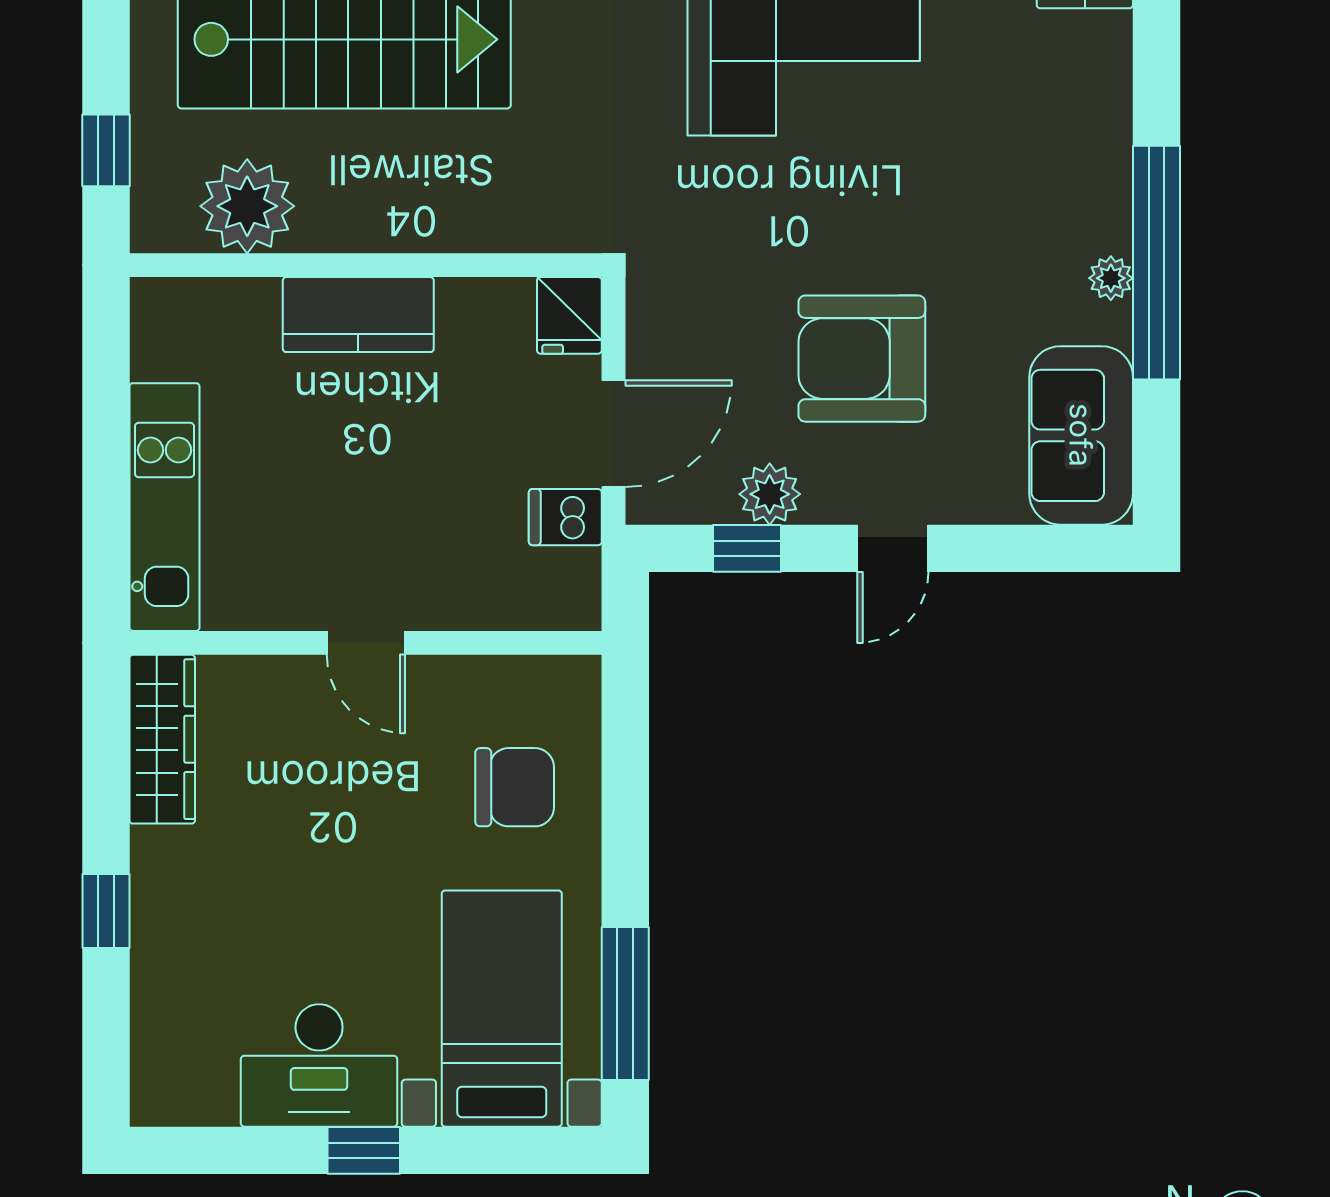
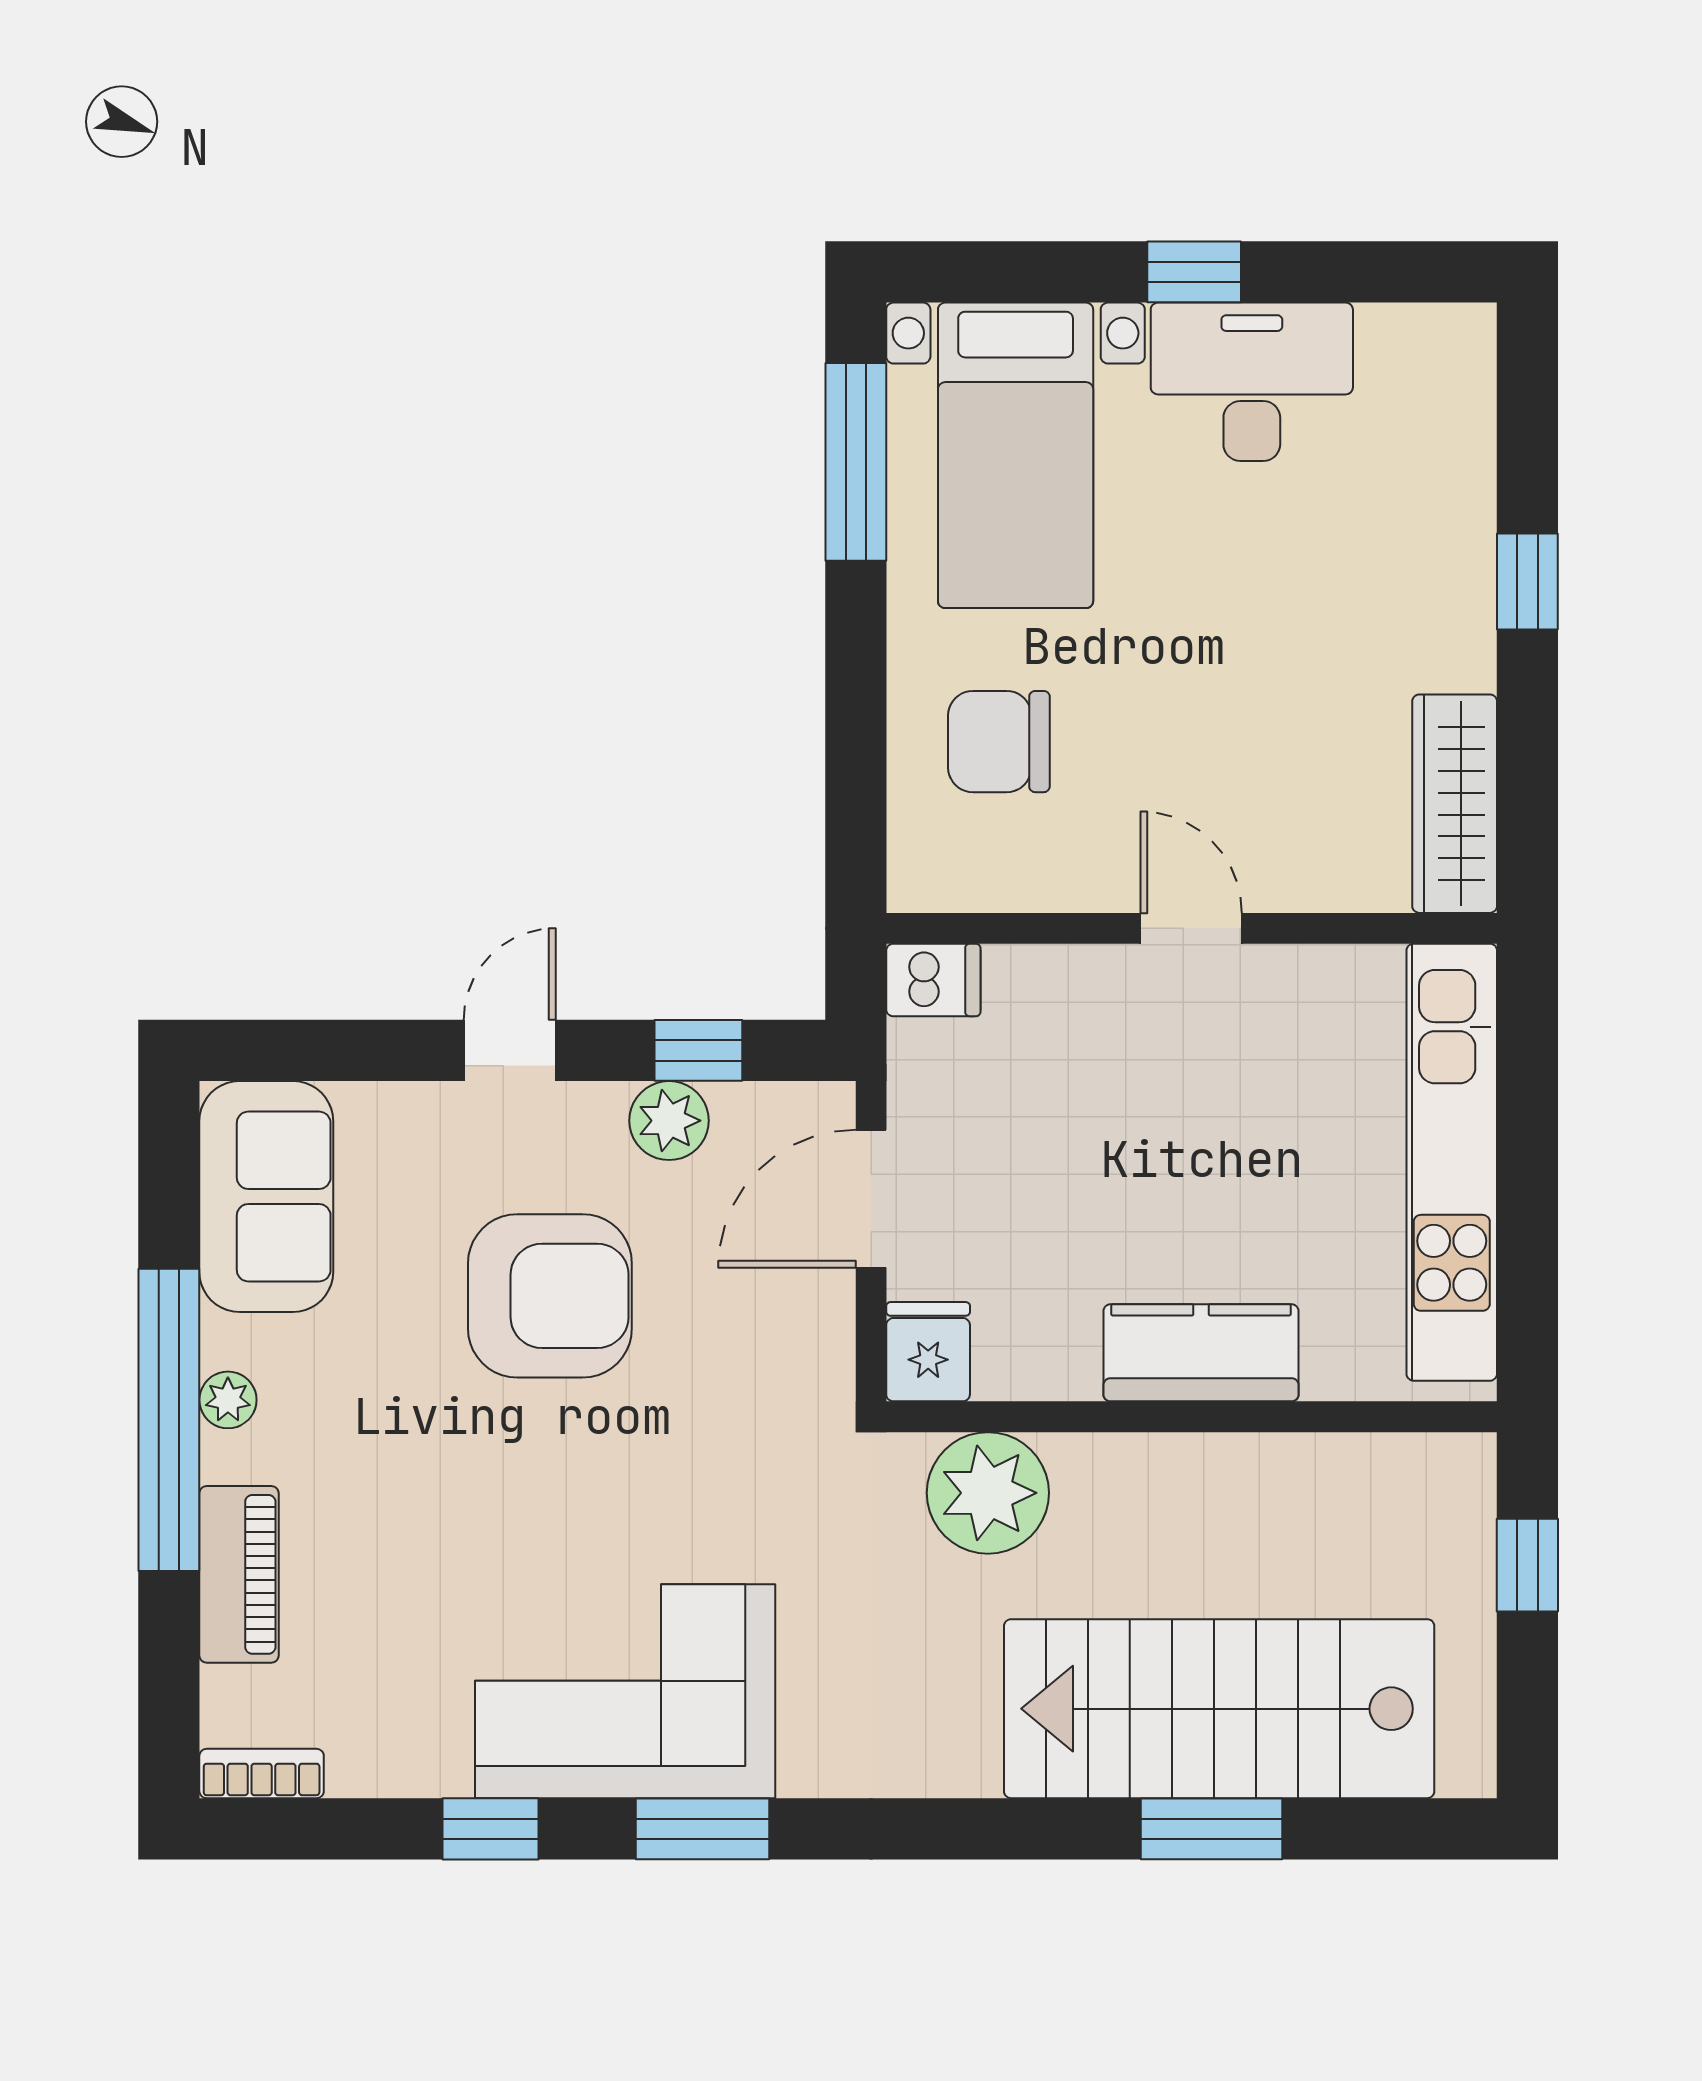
piano: (1102, 143) -> (239, 1574), added
plant: (247, 206) -> (988, 1493), moved
kitchen unit: (164, 507) -> (1452, 1162), width x1.36
dishwasher: (565, 517) -> (933, 980), moved

